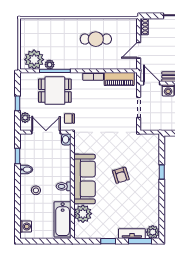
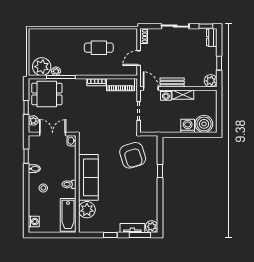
dining table: (55, 91) -> (47, 94), moved
chair: (69, 119) -> (74, 121), removed
armchair: (121, 175) -> (133, 155), moved, width x1.88, depth x1.88

